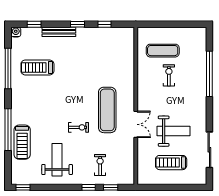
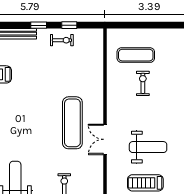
double door: (136, 124) -> (105, 139), swing flipped
exercise bike: (78, 127) -> (62, 40), moved

